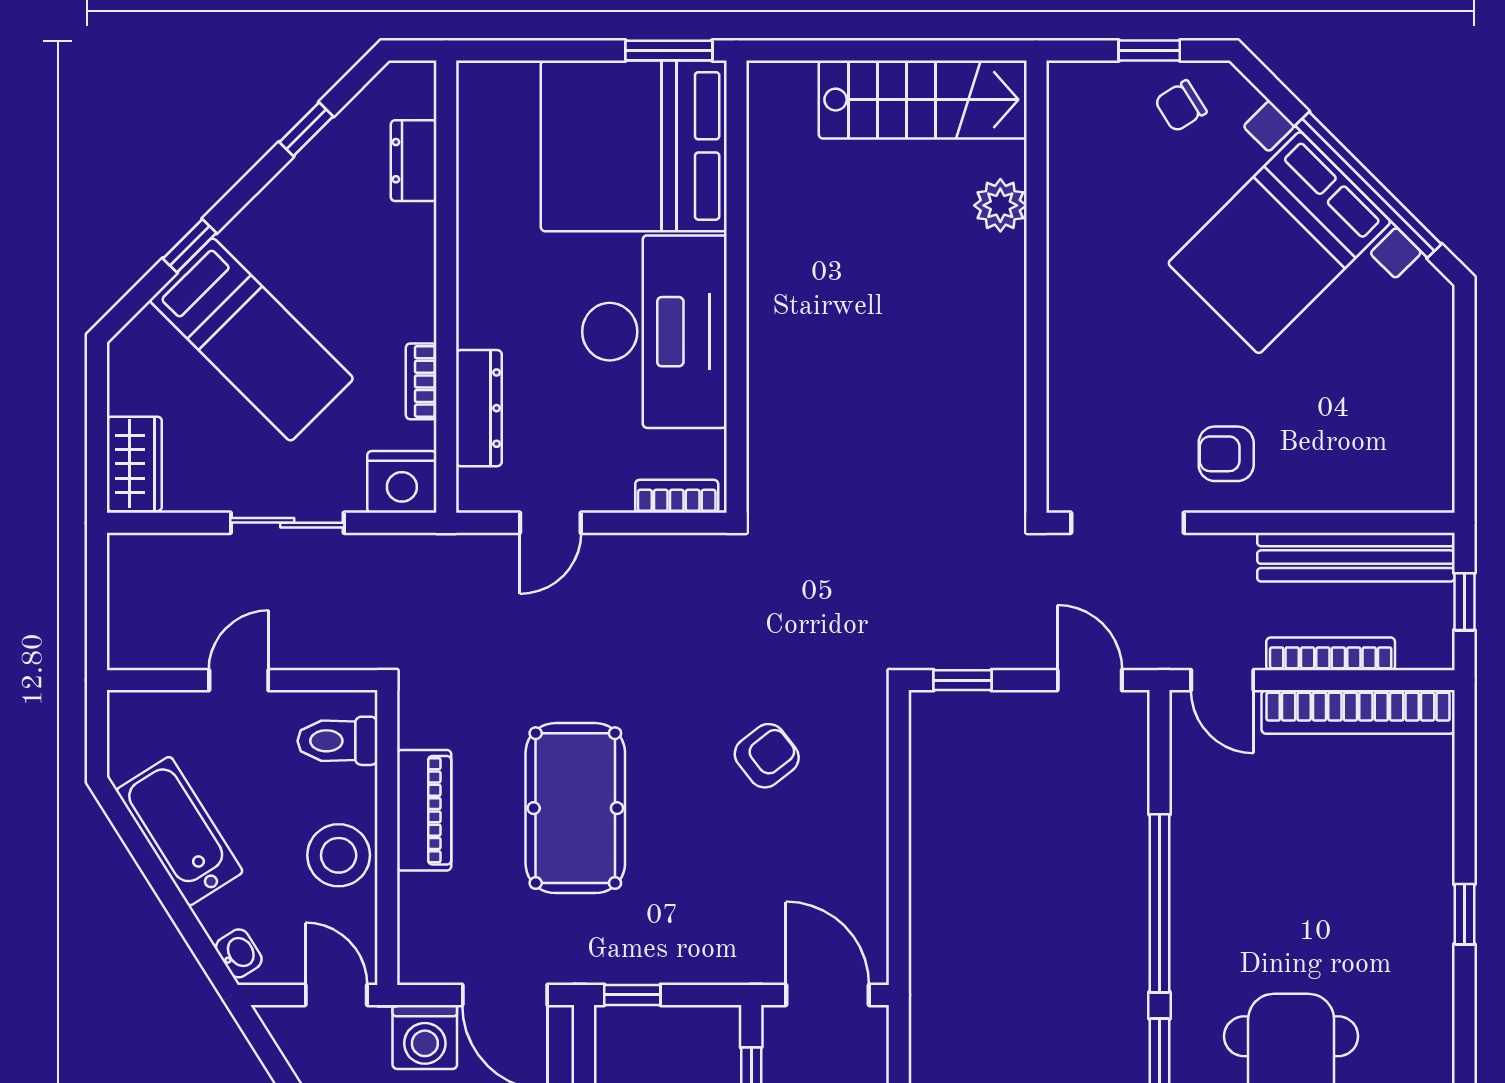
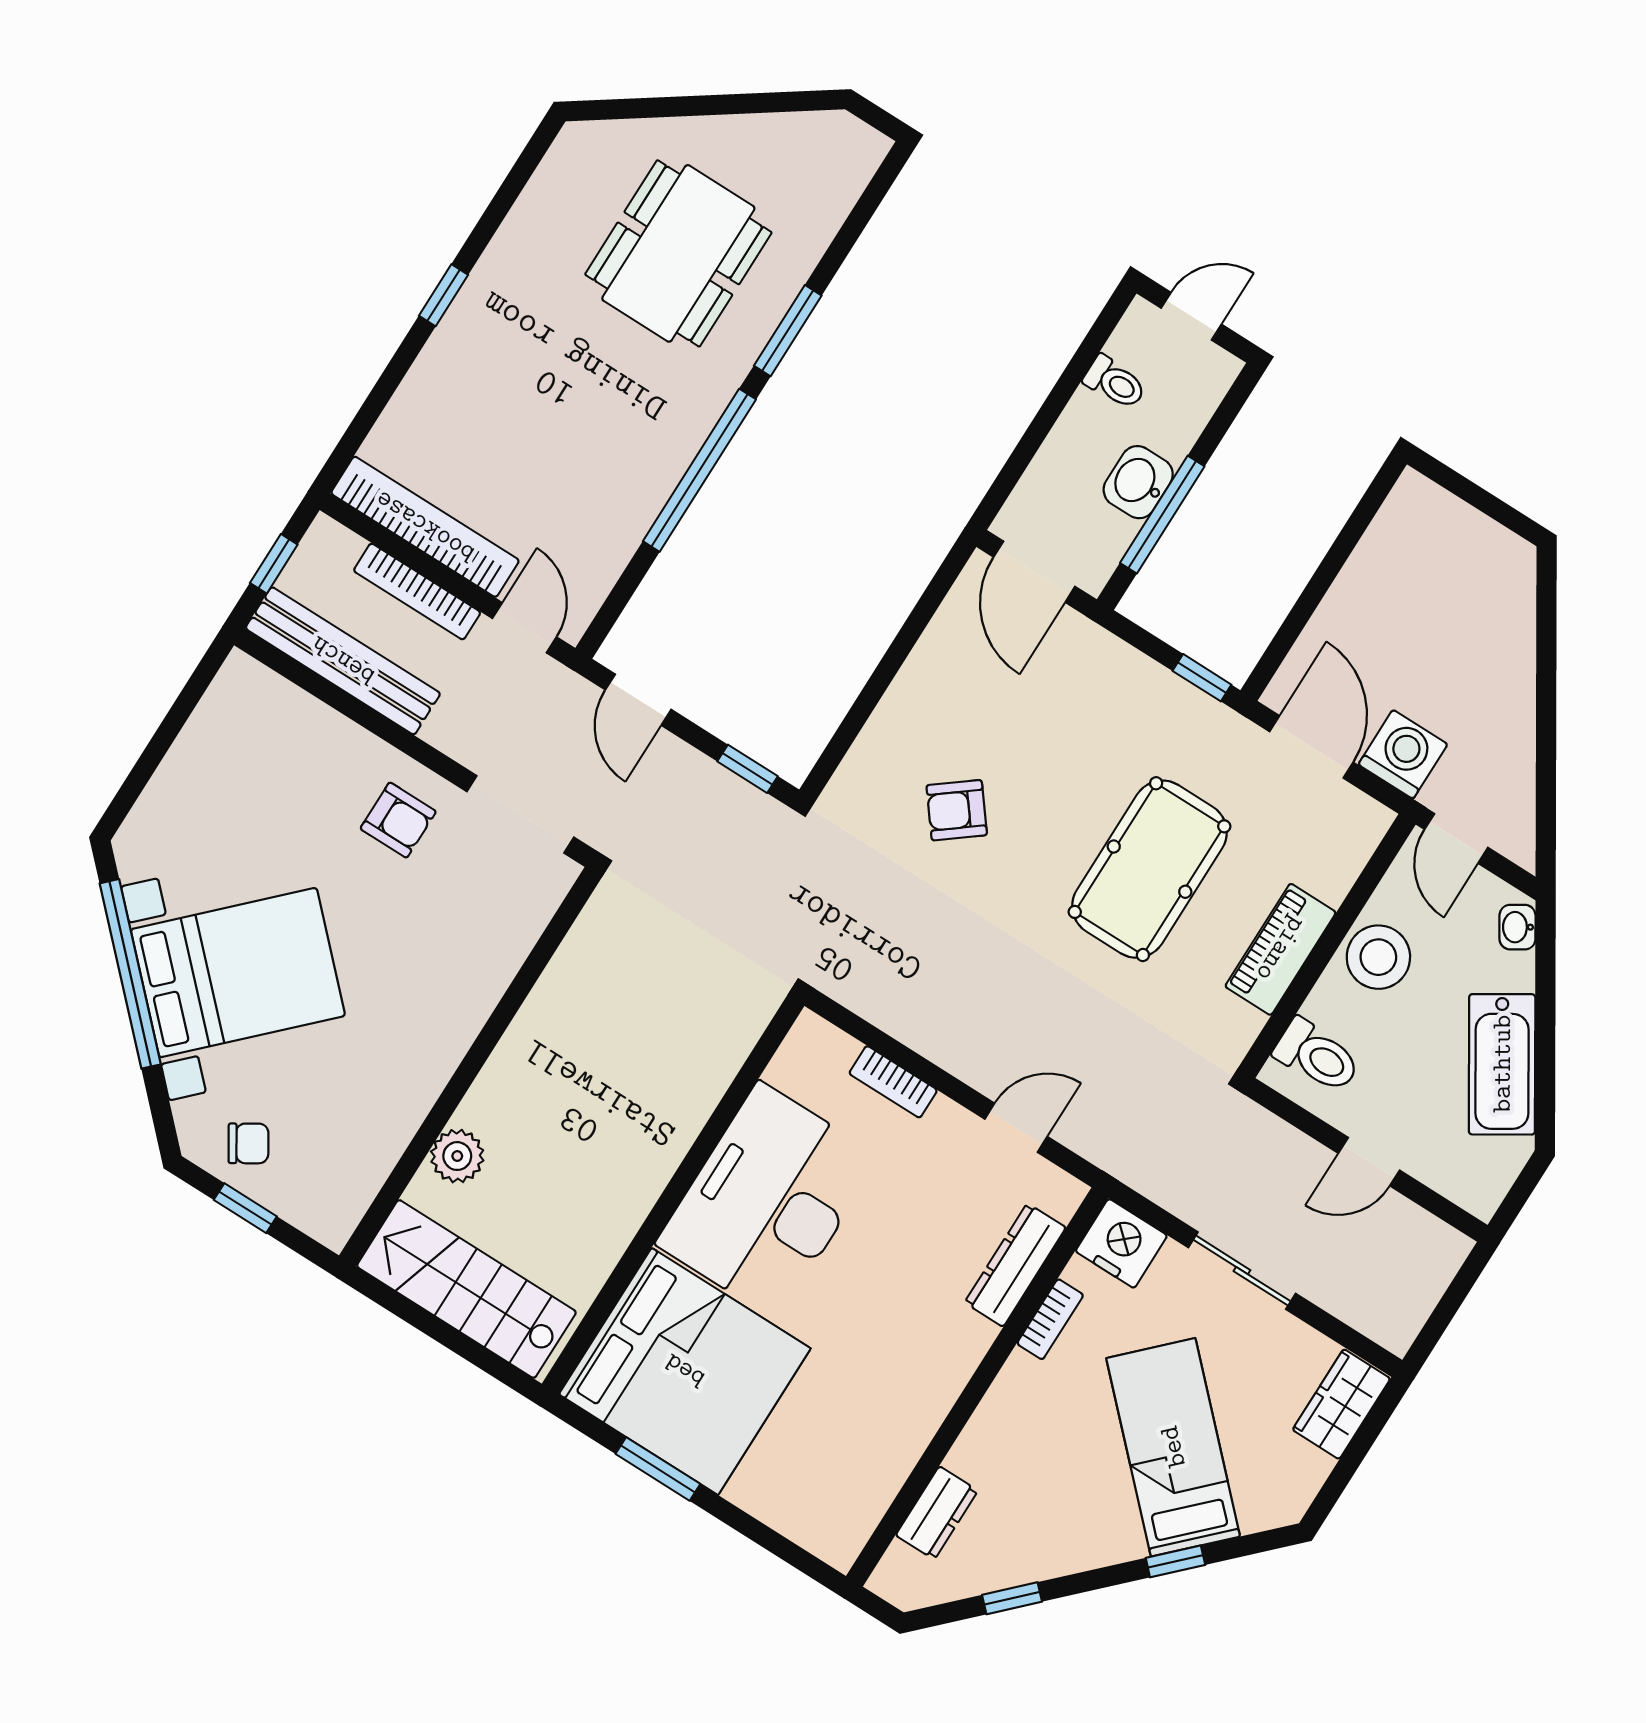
bed: (634, 146) -> (685, 1371), moved
wall: (736, 287) -> (673, 1195), moved
desk: (654, 332) -> (768, 1201), moved

